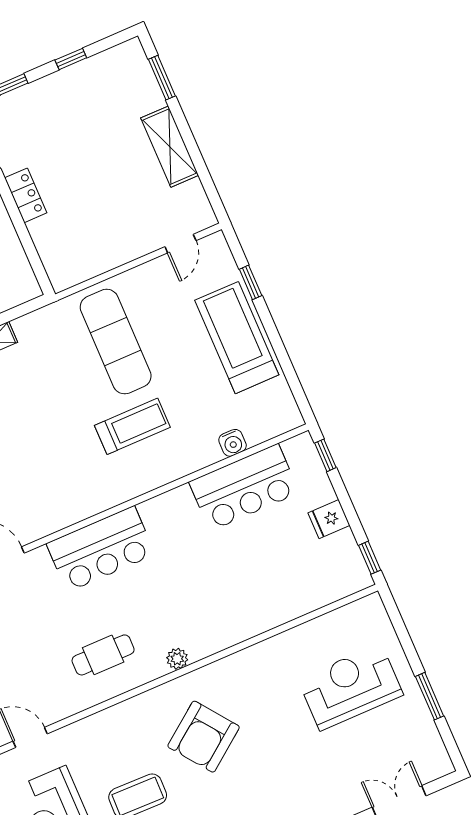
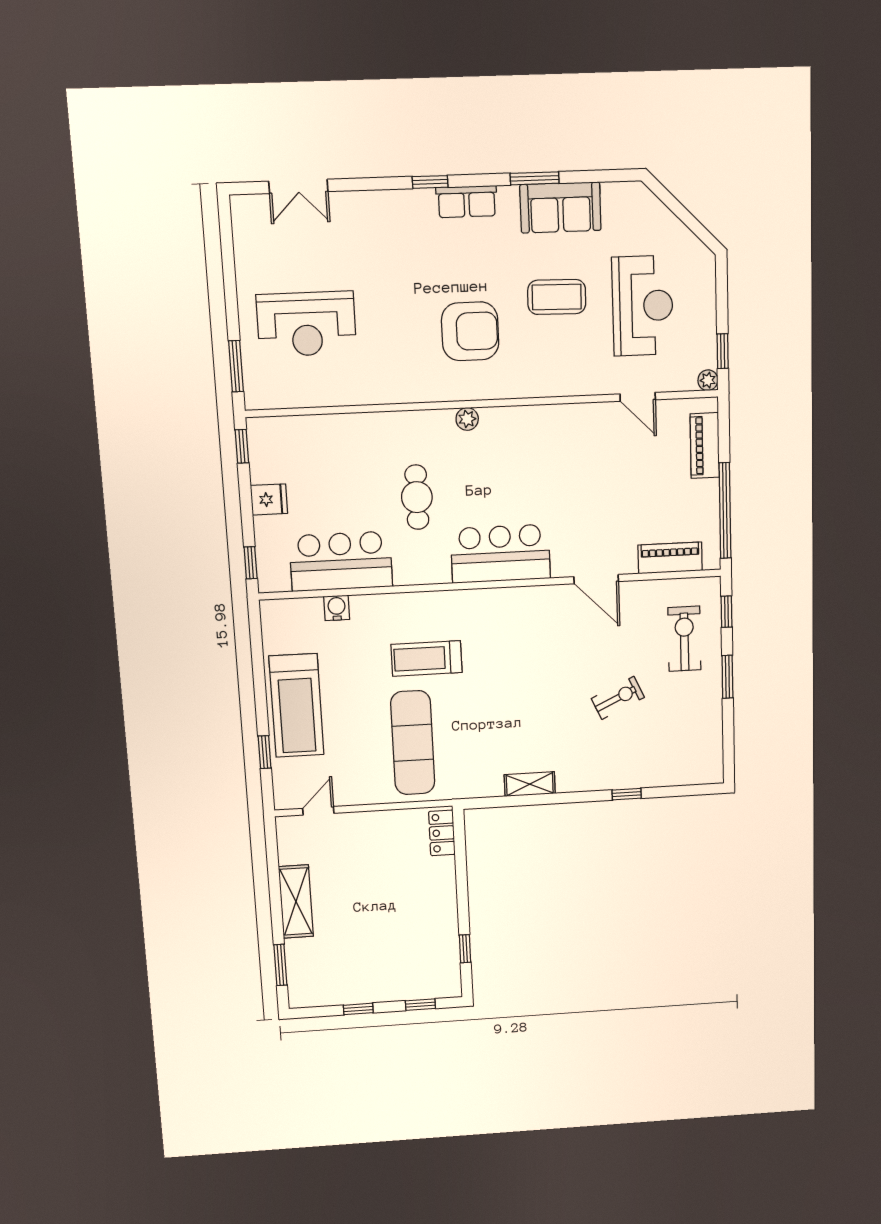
locker: (26, 195) -> (442, 833), moved
cafe table: (103, 655) -> (417, 497), moved, turned 90
window: (430, 696) -> (236, 366), moved
armchair: (204, 737) -> (470, 331), turned 37

